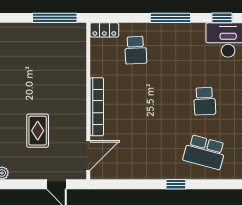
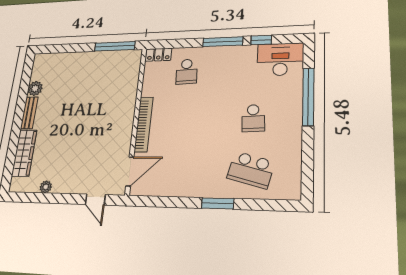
window: (222, 18) -> (261, 40), moved
rug: (38, 131) -> (85, 147), removed
window: (176, 184) -> (218, 203), width x1.50

